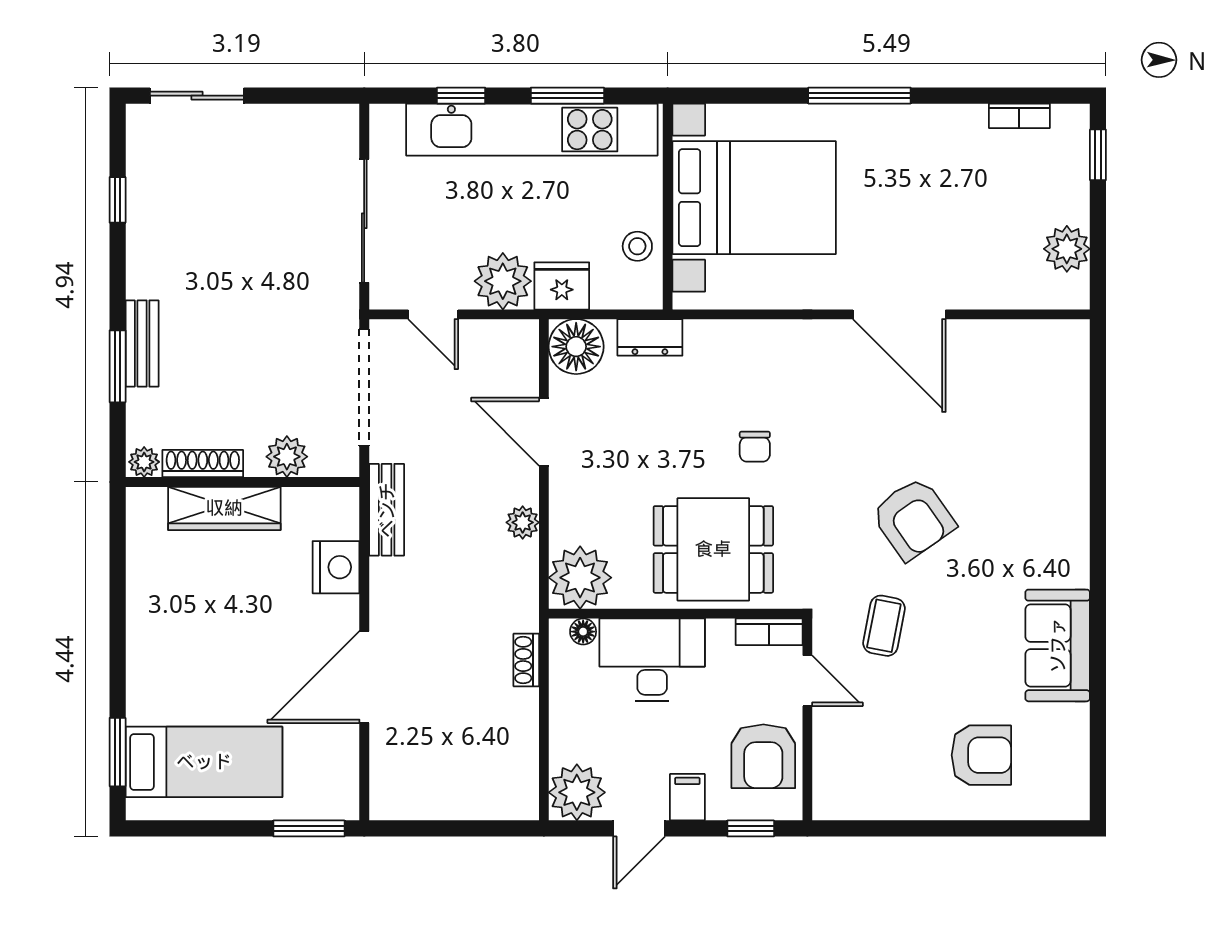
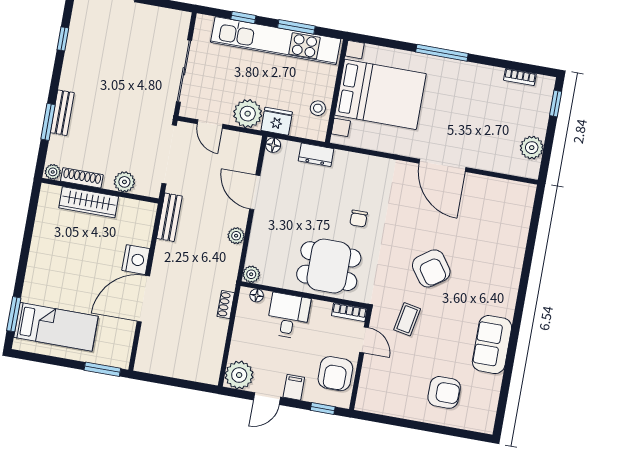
floor lamp: (576, 347) -> (273, 145), width x0.53, depth x0.53
nightstand: (336, 567) -> (136, 260), moved
plant: (580, 578) -> (251, 274), width x0.53, depth x0.53
desk: (652, 660) -> (288, 316), width x0.73

